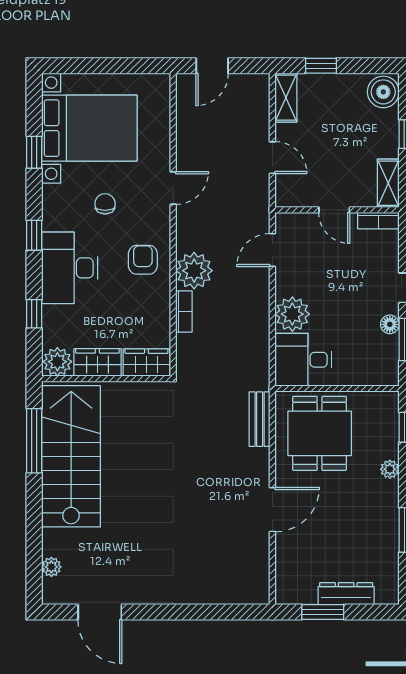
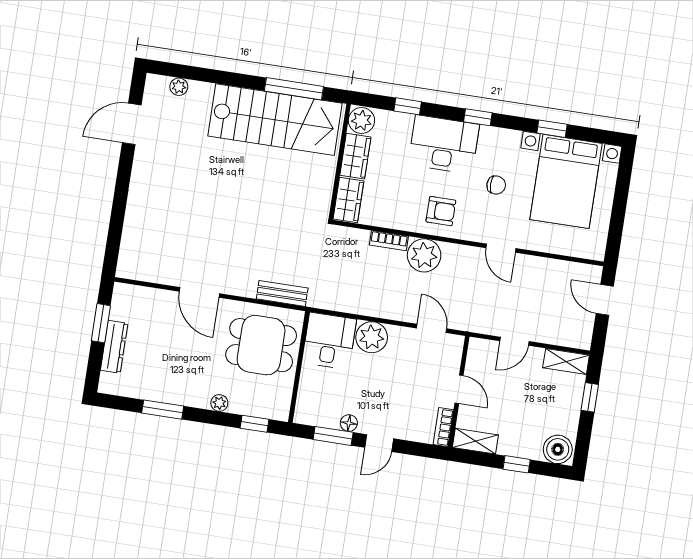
door: (334, 210) -> (459, 389), swing flipped

